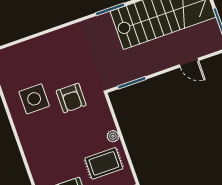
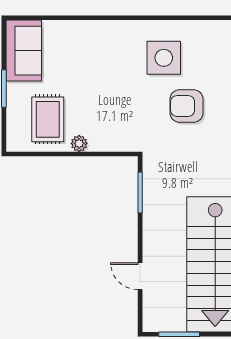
door: (189, 63) -> (140, 276), hinge flipped
armchair: (71, 98) -> (187, 106), moved

